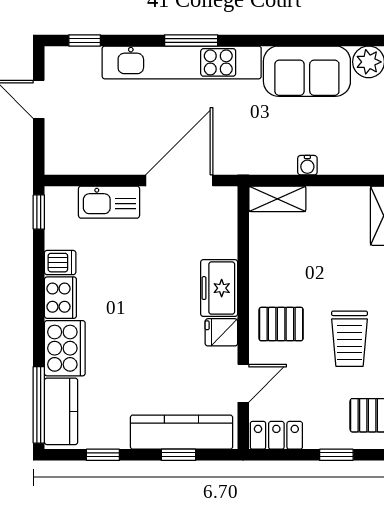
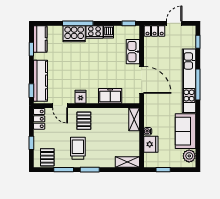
window: (191, 40) -> (198, 85), width x1.44
locker: (58, 148) -> (155, 31), added
fridge: (339, 157) -> (151, 144), added
freezer: (219, 288) -> (110, 96), moved
trolley: (349, 339) -> (78, 148), turned 90
window: (39, 405) -> (78, 23), moved
kitchen counter: (61, 411) -> (40, 39), moved, turned -90
window: (179, 455) -> (31, 91), moved

